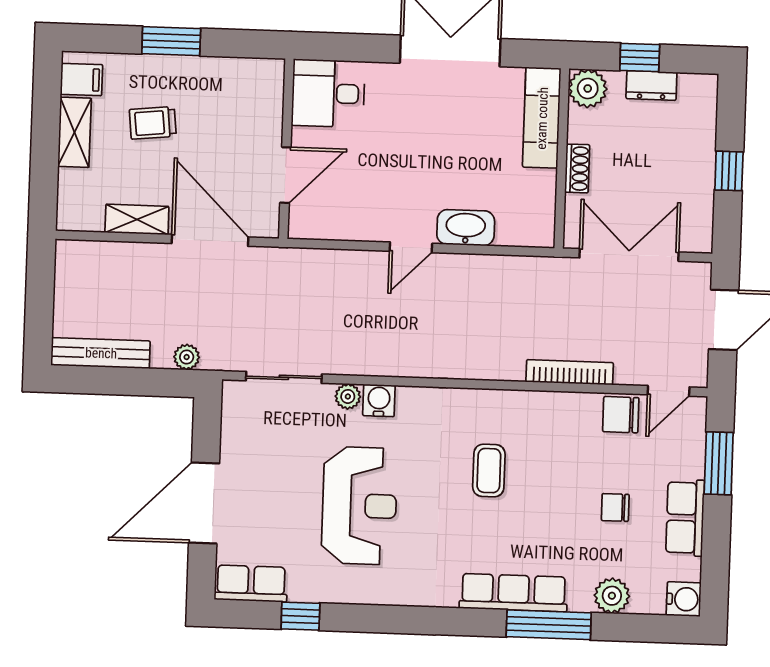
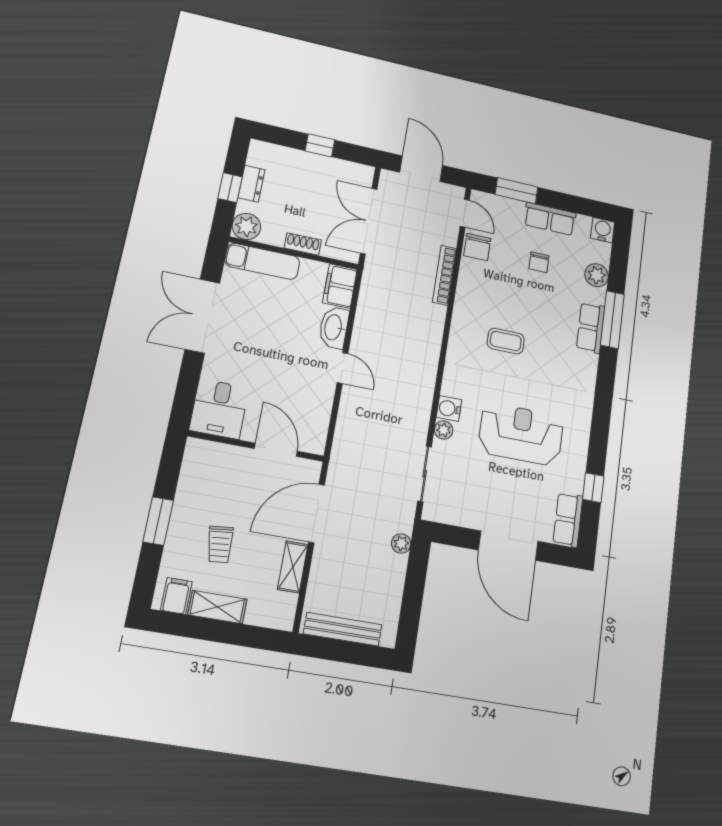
filing cabinet: (526, 228) -> (340, 286), added
bench: (101, 353) -> (343, 629), moved, turned 90
row of seats: (513, 593) -> (591, 328), width x0.68

